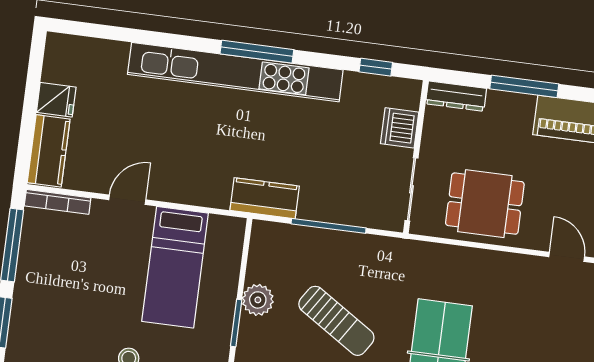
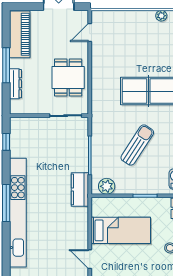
dresser: (456, 96) -> (15, 84), moved
dishwasher: (400, 128) -> (35, 126), removed
plant: (258, 300) -> (107, 186), moved

